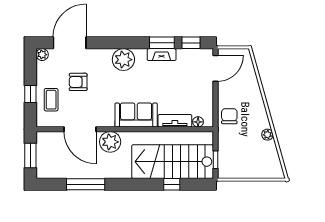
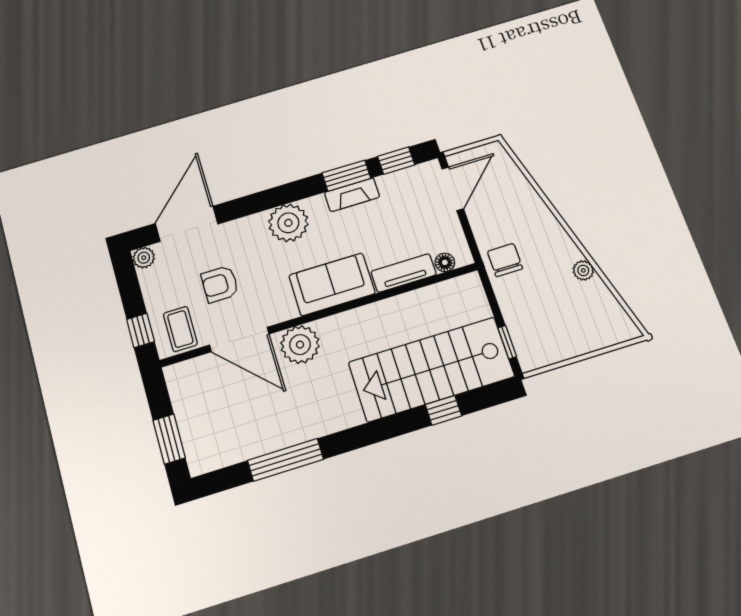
sofa: (136, 115) -> (332, 284), moved
tv unit: (175, 121) -> (404, 273), moved
floor lamp: (198, 122) -> (445, 262), moved
door: (80, 129) -> (239, 339), moved
wall: (125, 129) -> (319, 315), moved
plant: (110, 142) -> (300, 345), moved

